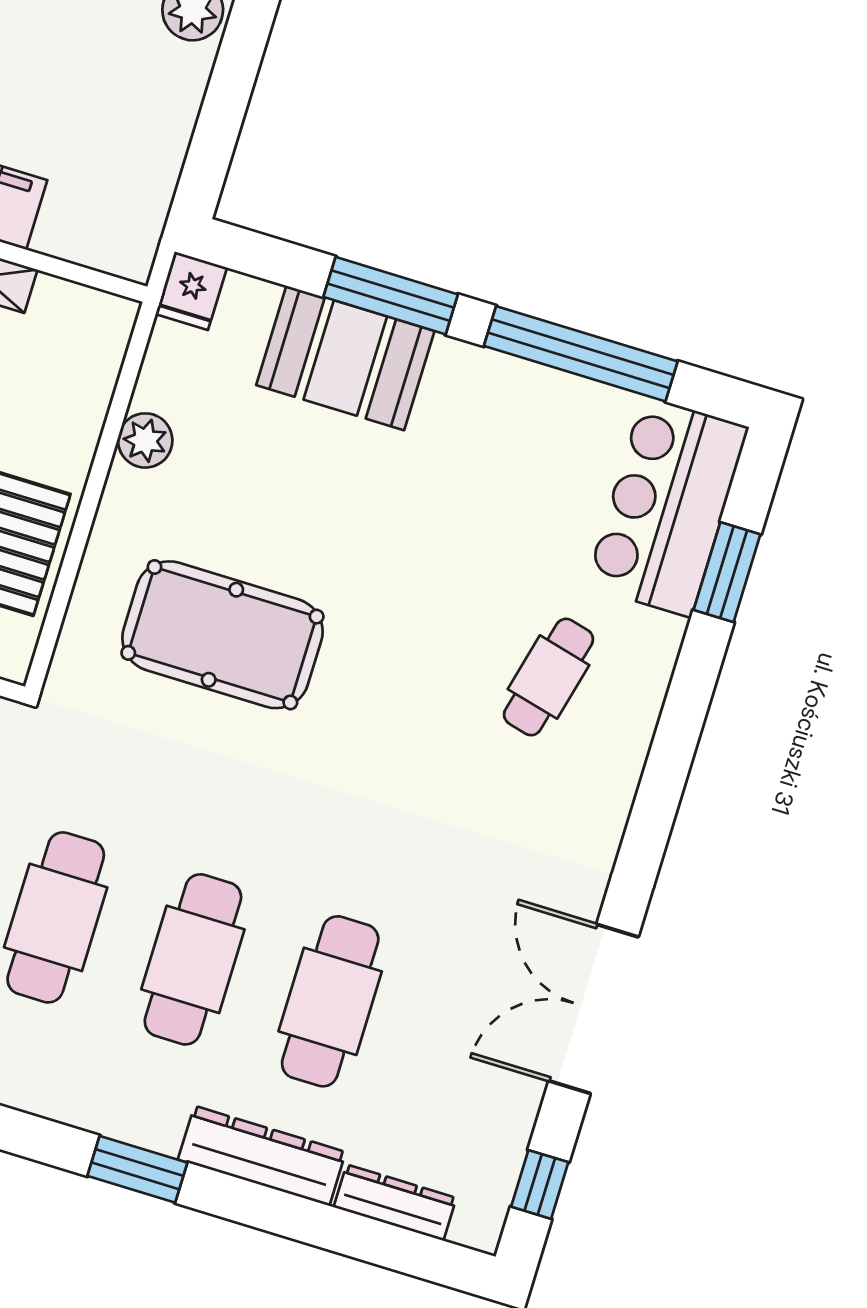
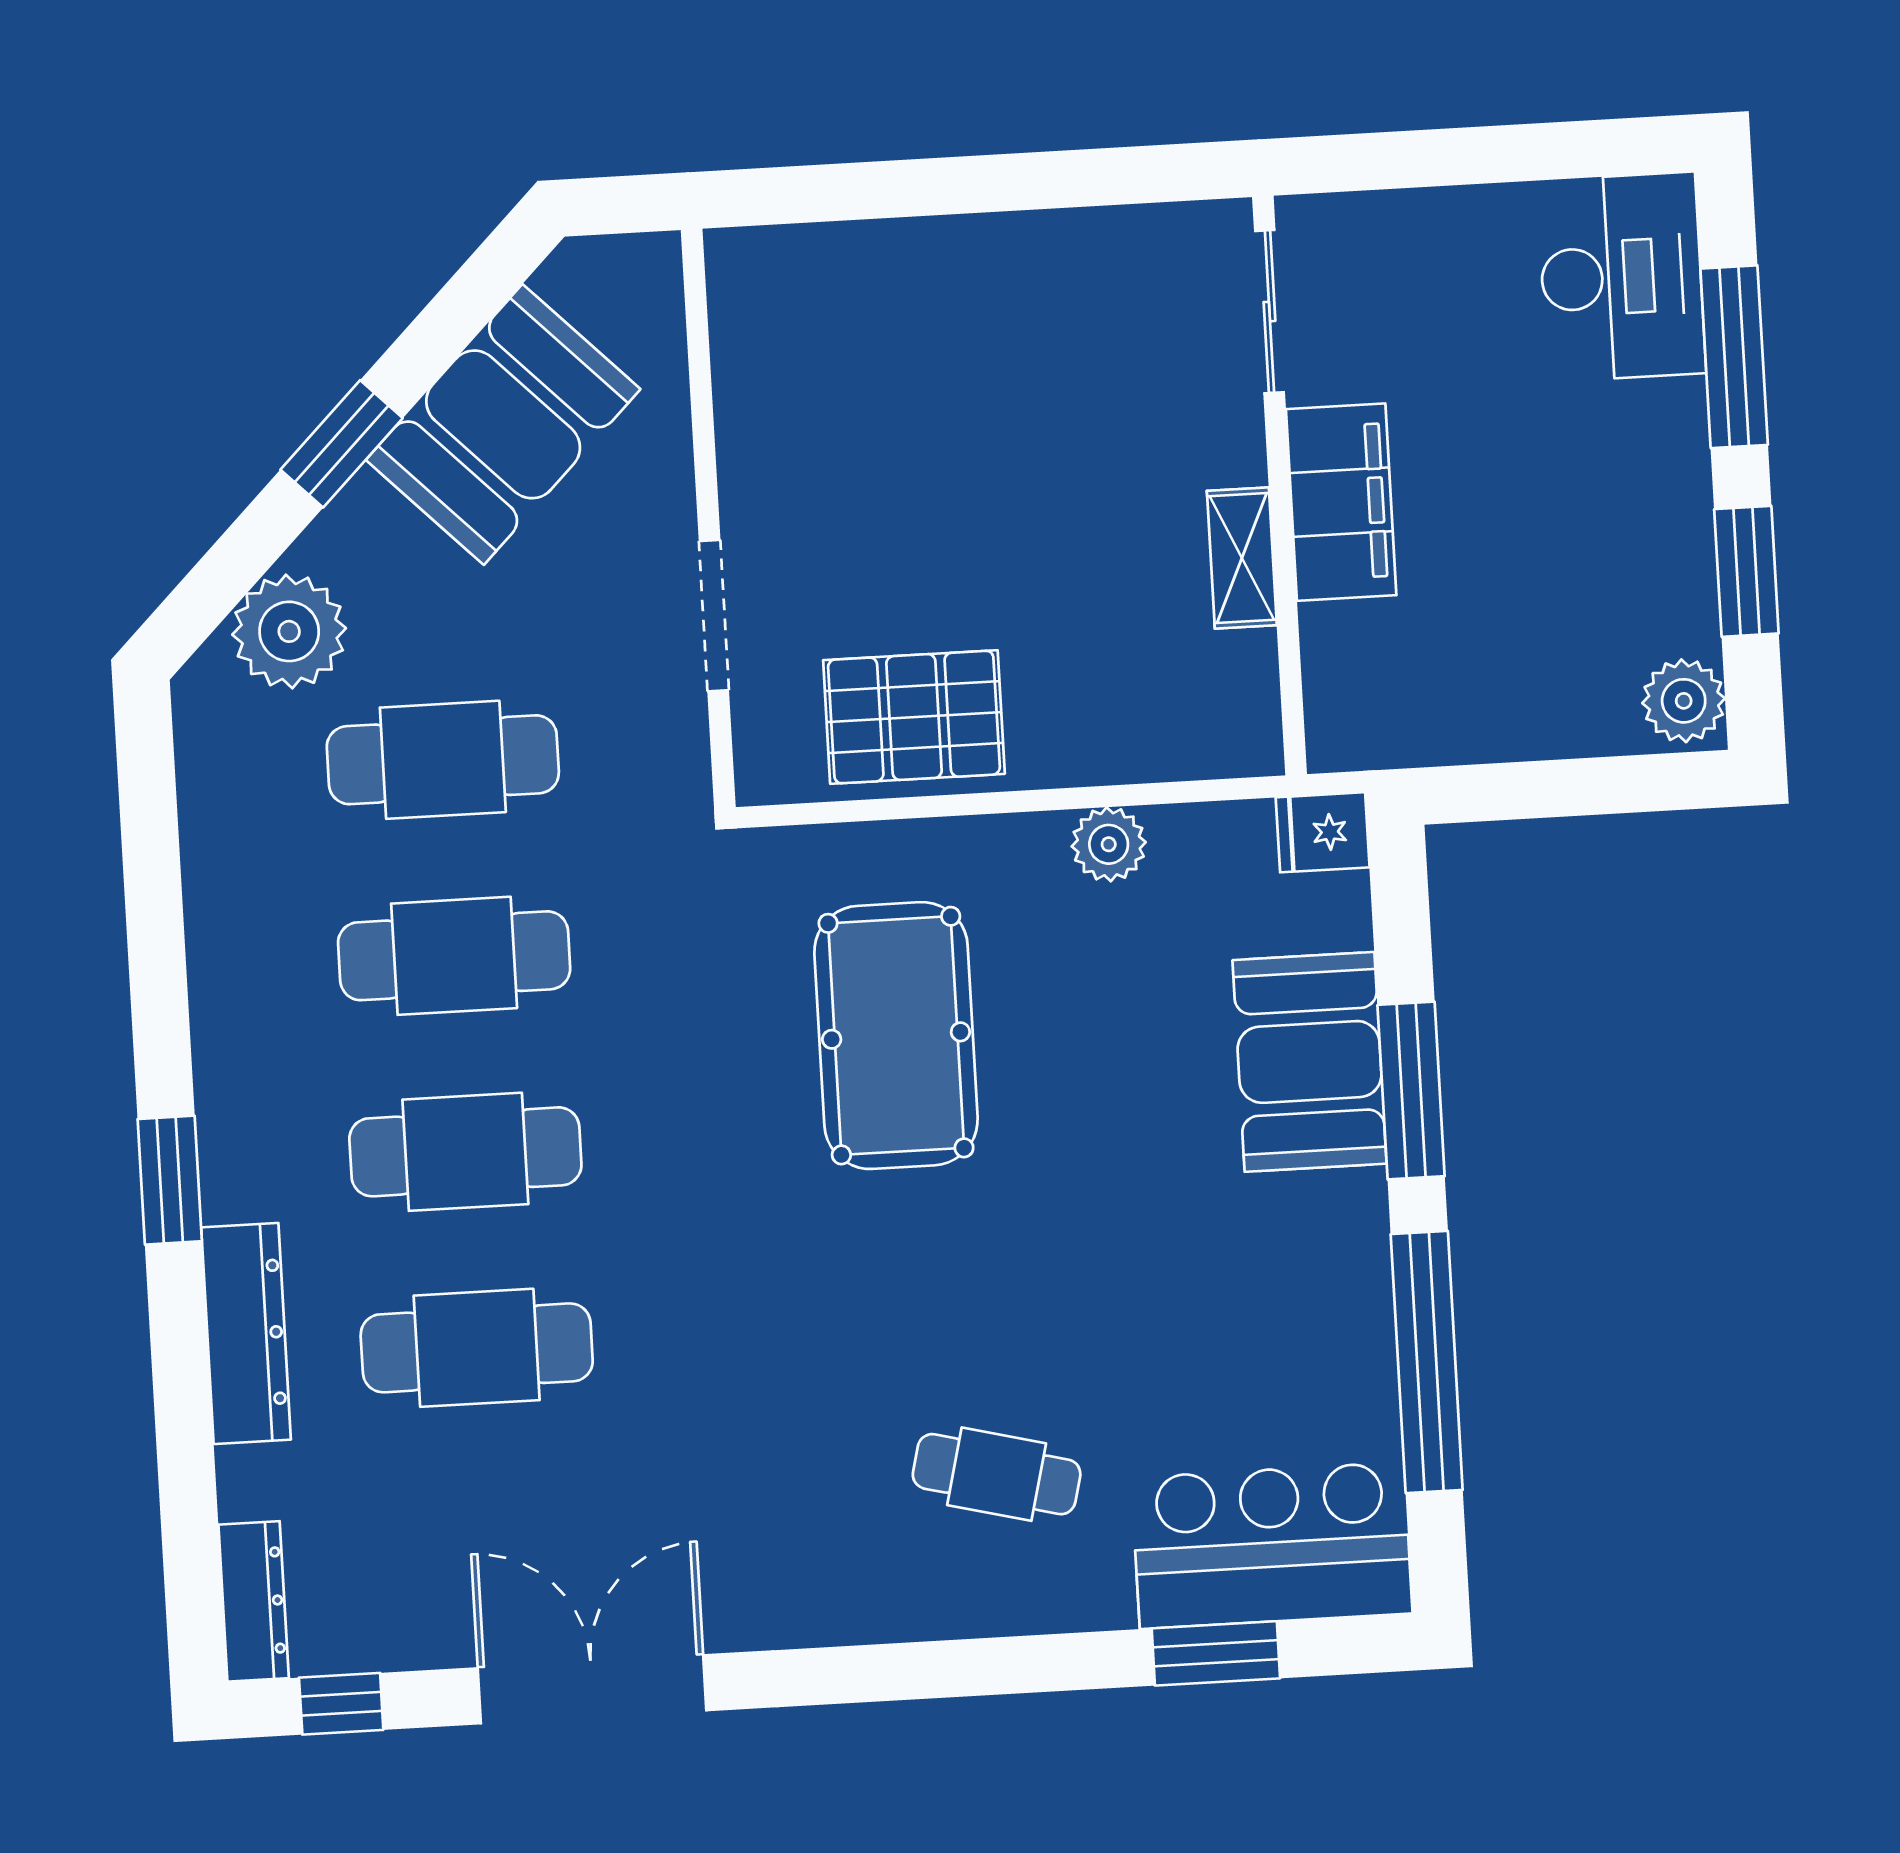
dresser: (395, 1203) -> (254, 1601), moved

